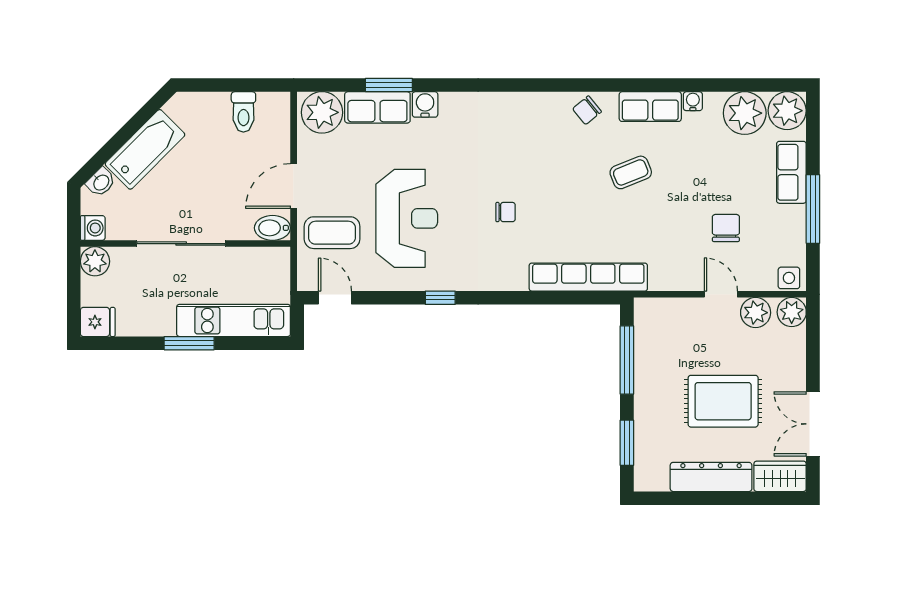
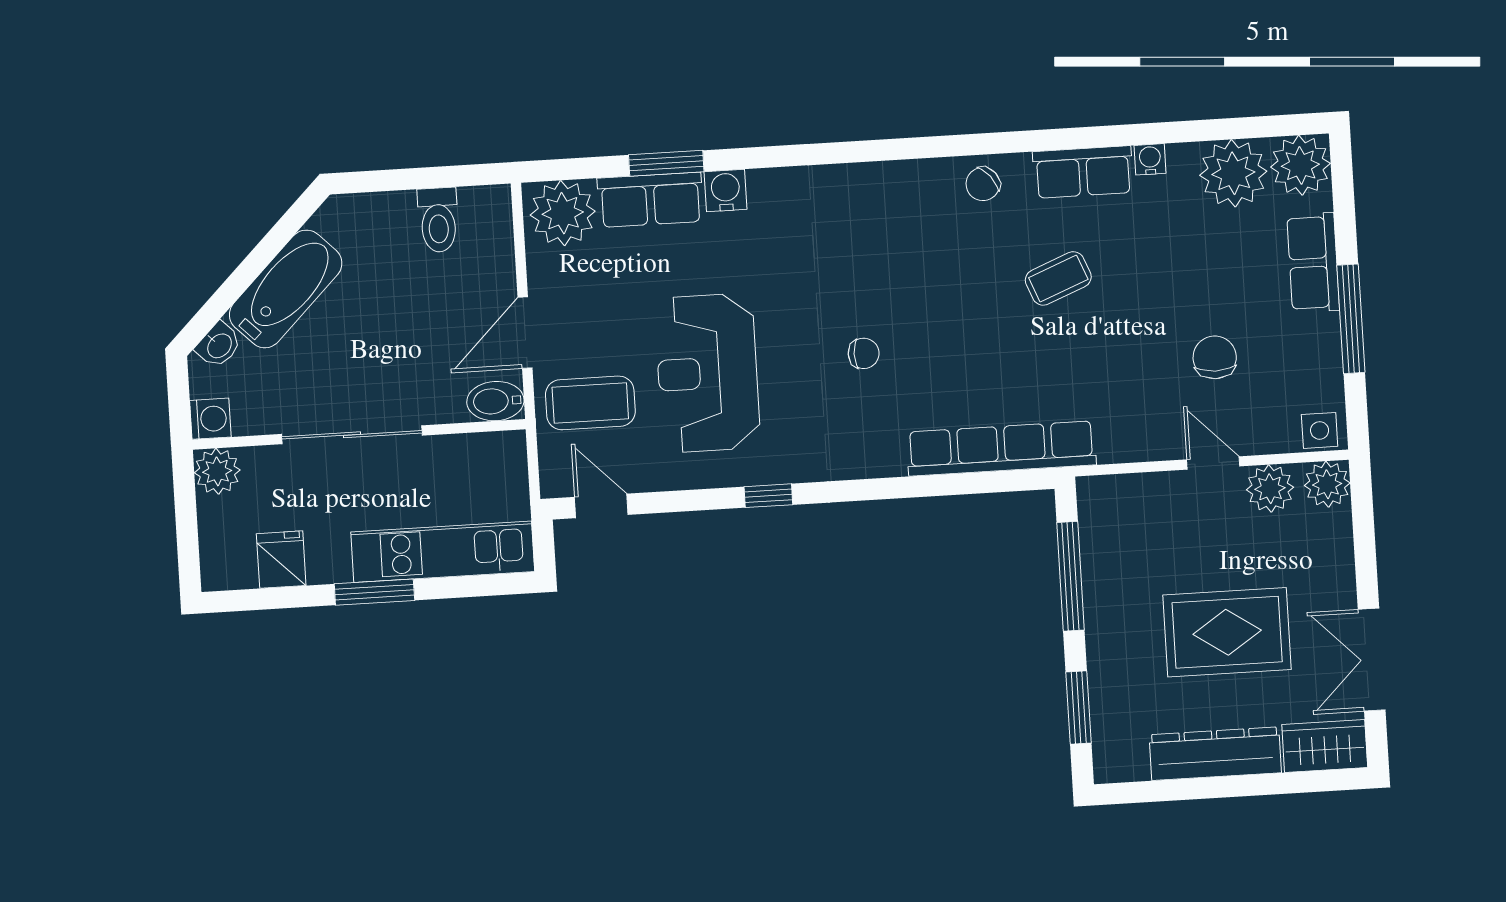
reception desk: (407, 218) -> (707, 373), turned 180
fridge: (98, 322) -> (281, 560), moved, turned -90

